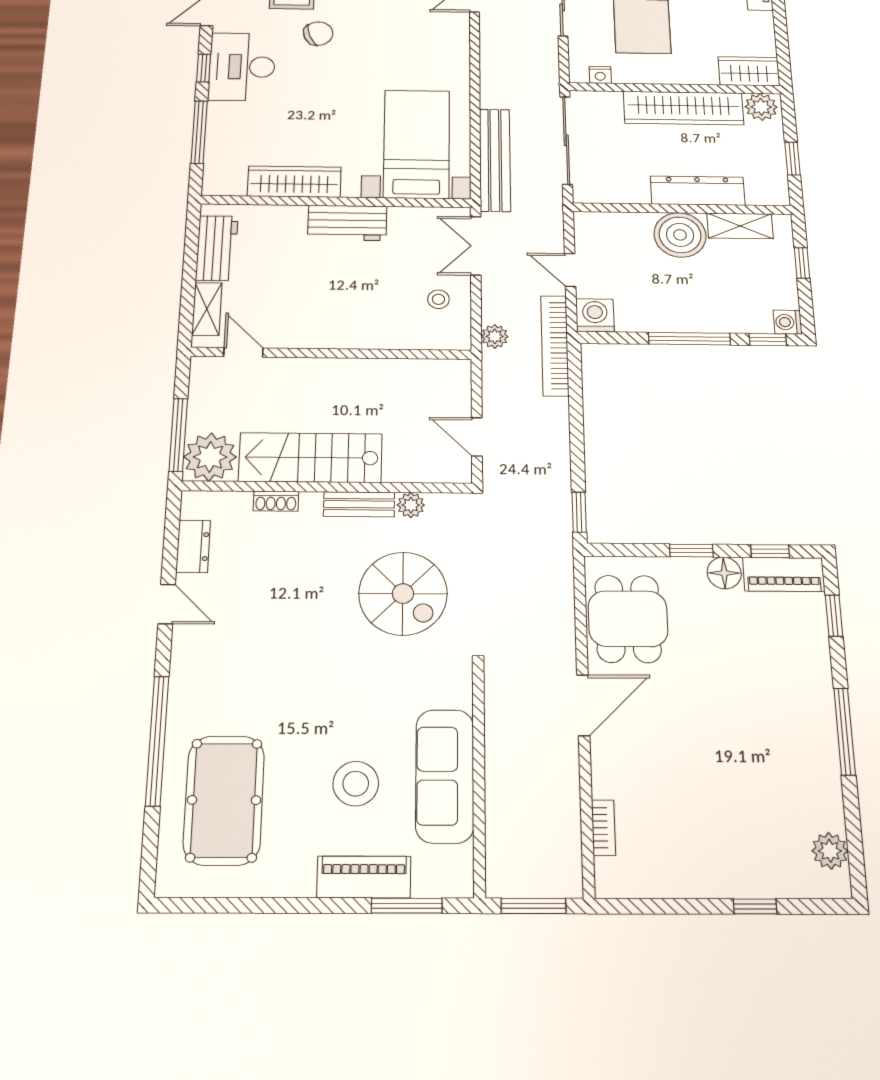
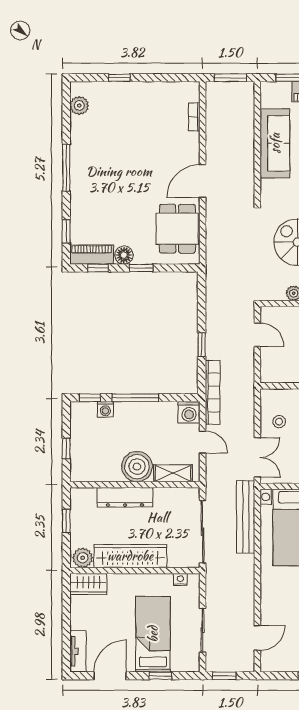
shelving: (740, 226) -> (173, 473), moved
washing machine: (788, 322) -> (105, 409), moved, turned 90
plant: (495, 336) -> (247, 398), removed
window: (579, 512) -> (202, 345), moved

